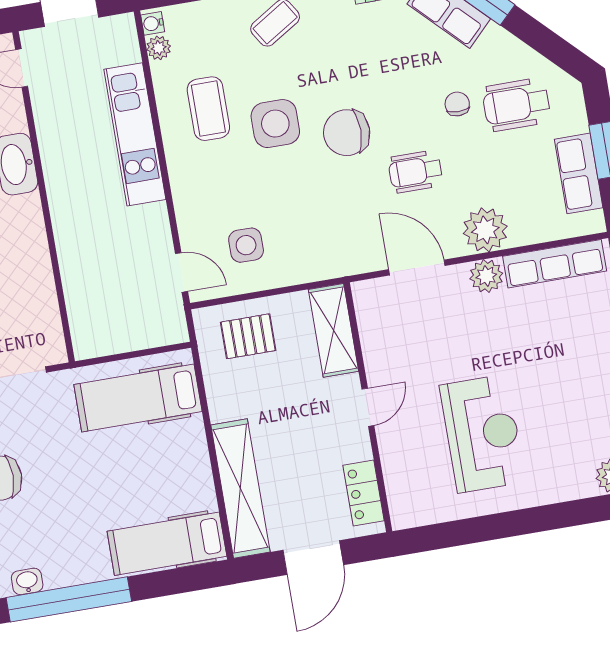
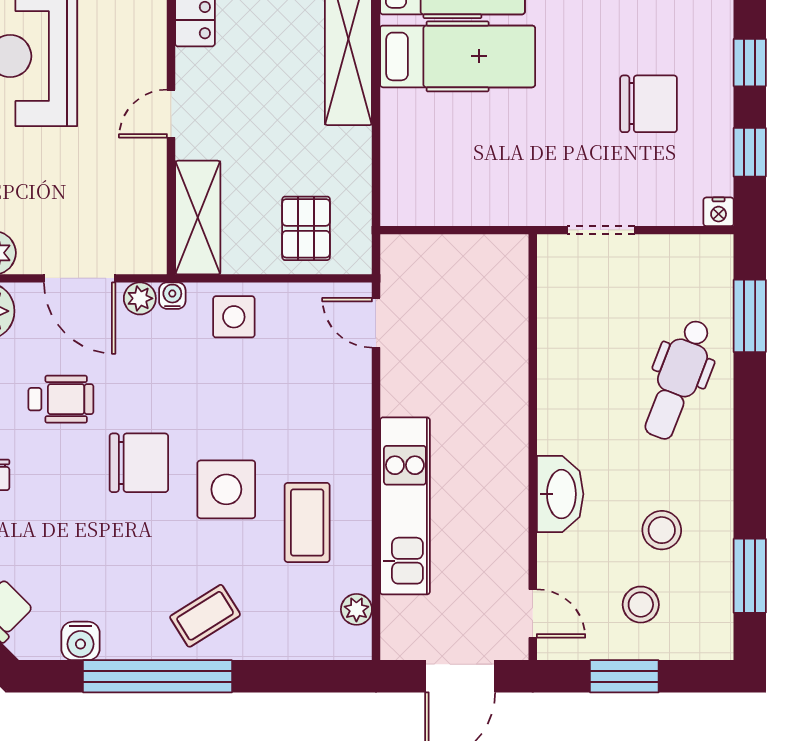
water cooler: (153, 23) -> (172, 296), moved, turned -90
side table: (246, 245) -> (234, 317), moved
plant: (368, 260) -> (140, 298), added
pallet: (248, 336) -> (306, 228), turned 90
hospital bed: (138, 398) -> (458, 56), moved

